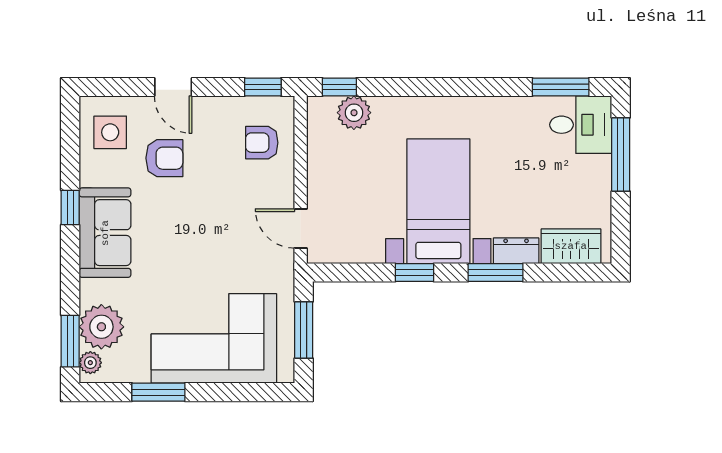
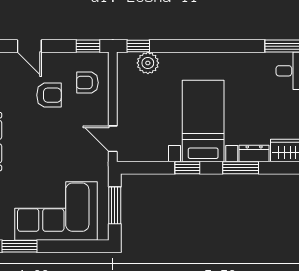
armchair: (164, 158) -> (49, 95), moved

